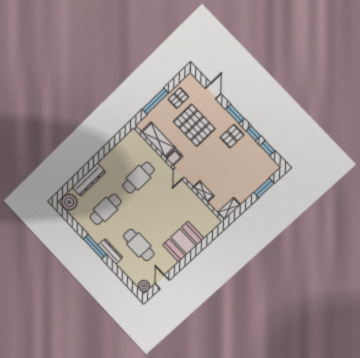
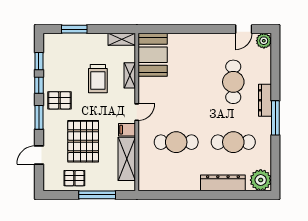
trolley: (221, 171) -> (98, 79), added
booth: (183, 242) -> (153, 55), moved, turned 90

